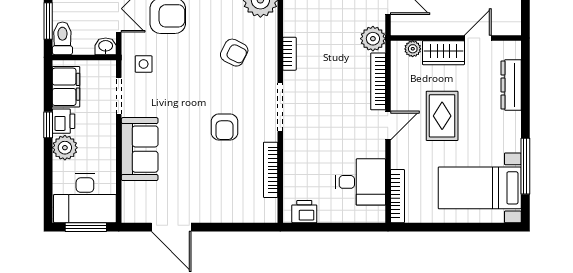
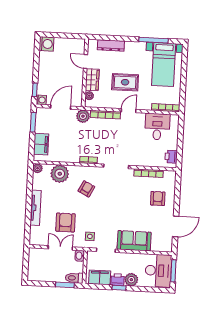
door: (388, 126) -> (129, 111), hinge flipped
armchair: (224, 127) -> (158, 198), moved, turned -90

